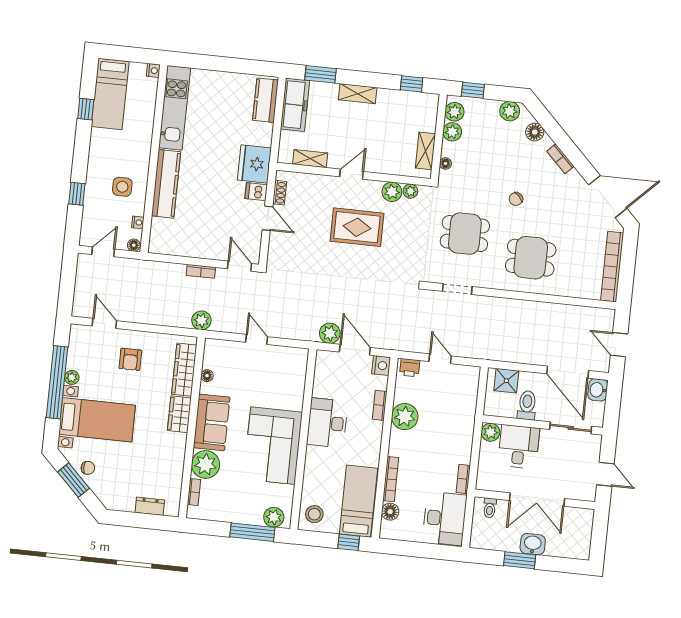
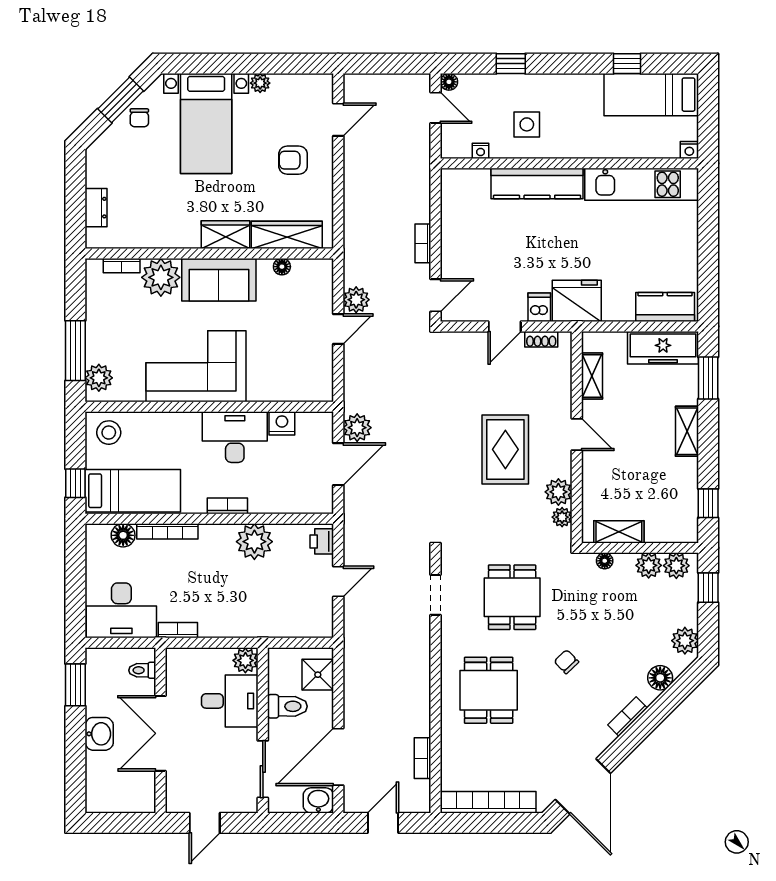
floor lamp: (134, 245) -> (449, 82), moved
bookcase: (575, 311) -> (423, 758), added
plant: (201, 320) -> (356, 300), moved
nightstand: (381, 365) -> (282, 423), moved, turned 180
window: (57, 382) -> (252, 64), removed
bookcase: (380, 405) -> (227, 506), moved
window: (520, 560) -> (75, 685), moved

